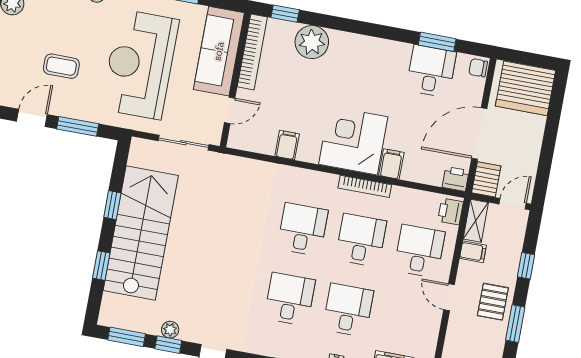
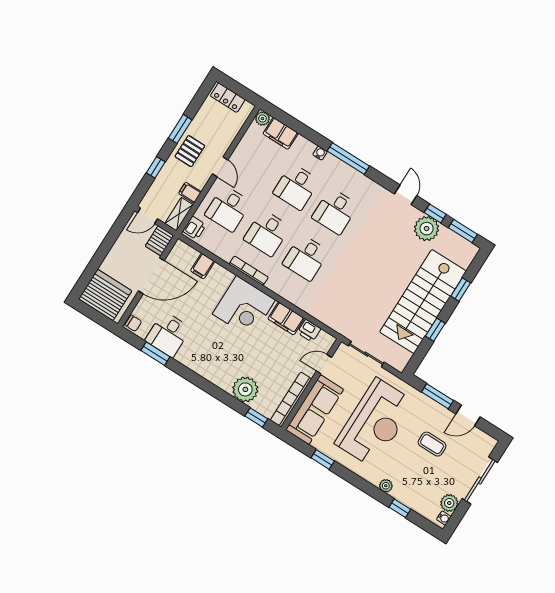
filing cabinet: (287, 145) -> (286, 319), width x2.00
filing cabinet: (391, 164) -> (203, 266), moved
printer: (456, 179) -> (309, 331), moved
plant: (170, 330) -> (427, 229), width x1.88, depth x1.88

